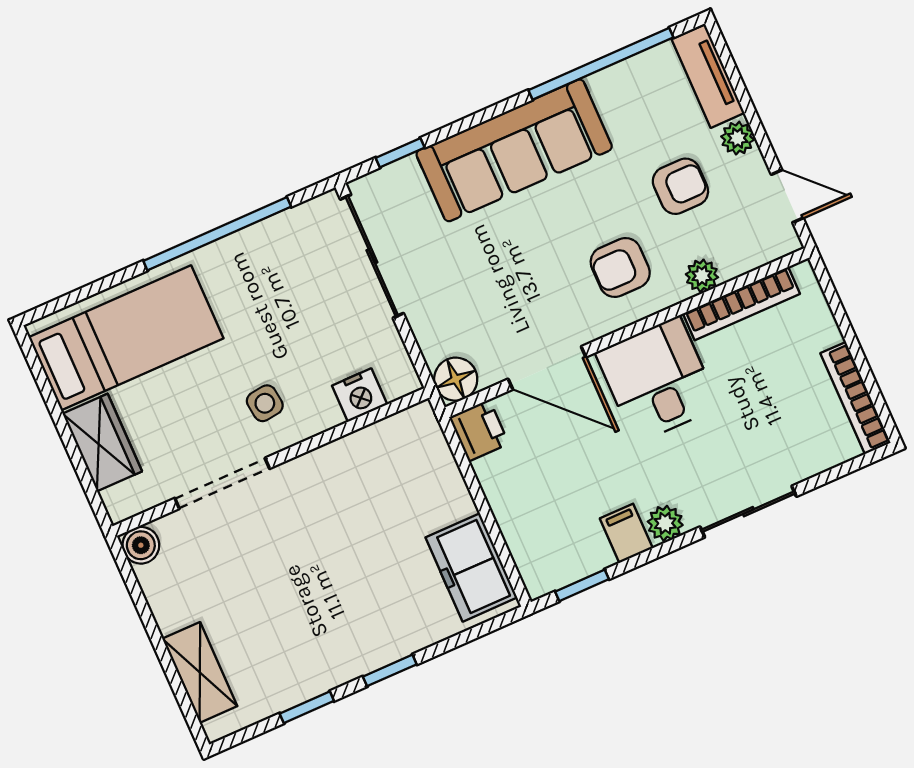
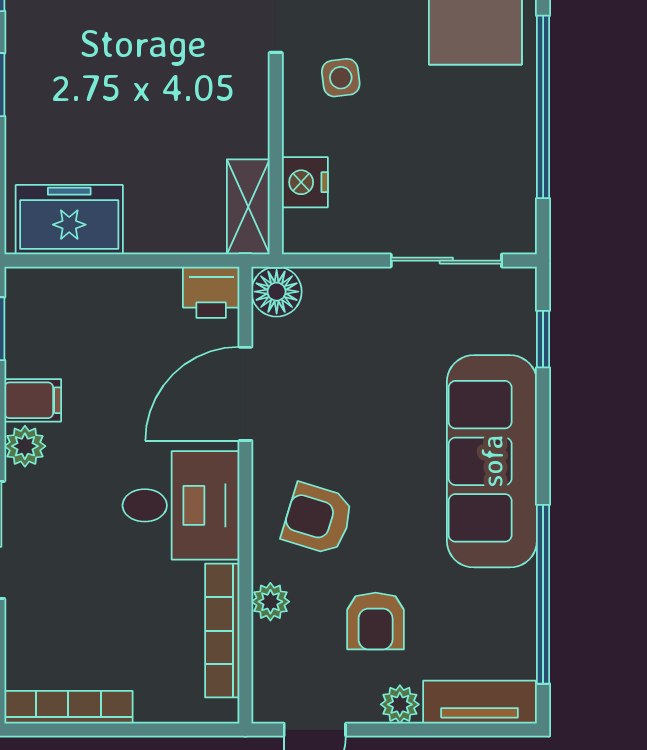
sliding door: (372, 256) -> (446, 261), width x0.73
armchair: (620, 267) -> (318, 519), turned -73
shelving: (399, 431) -> (248, 207), added

